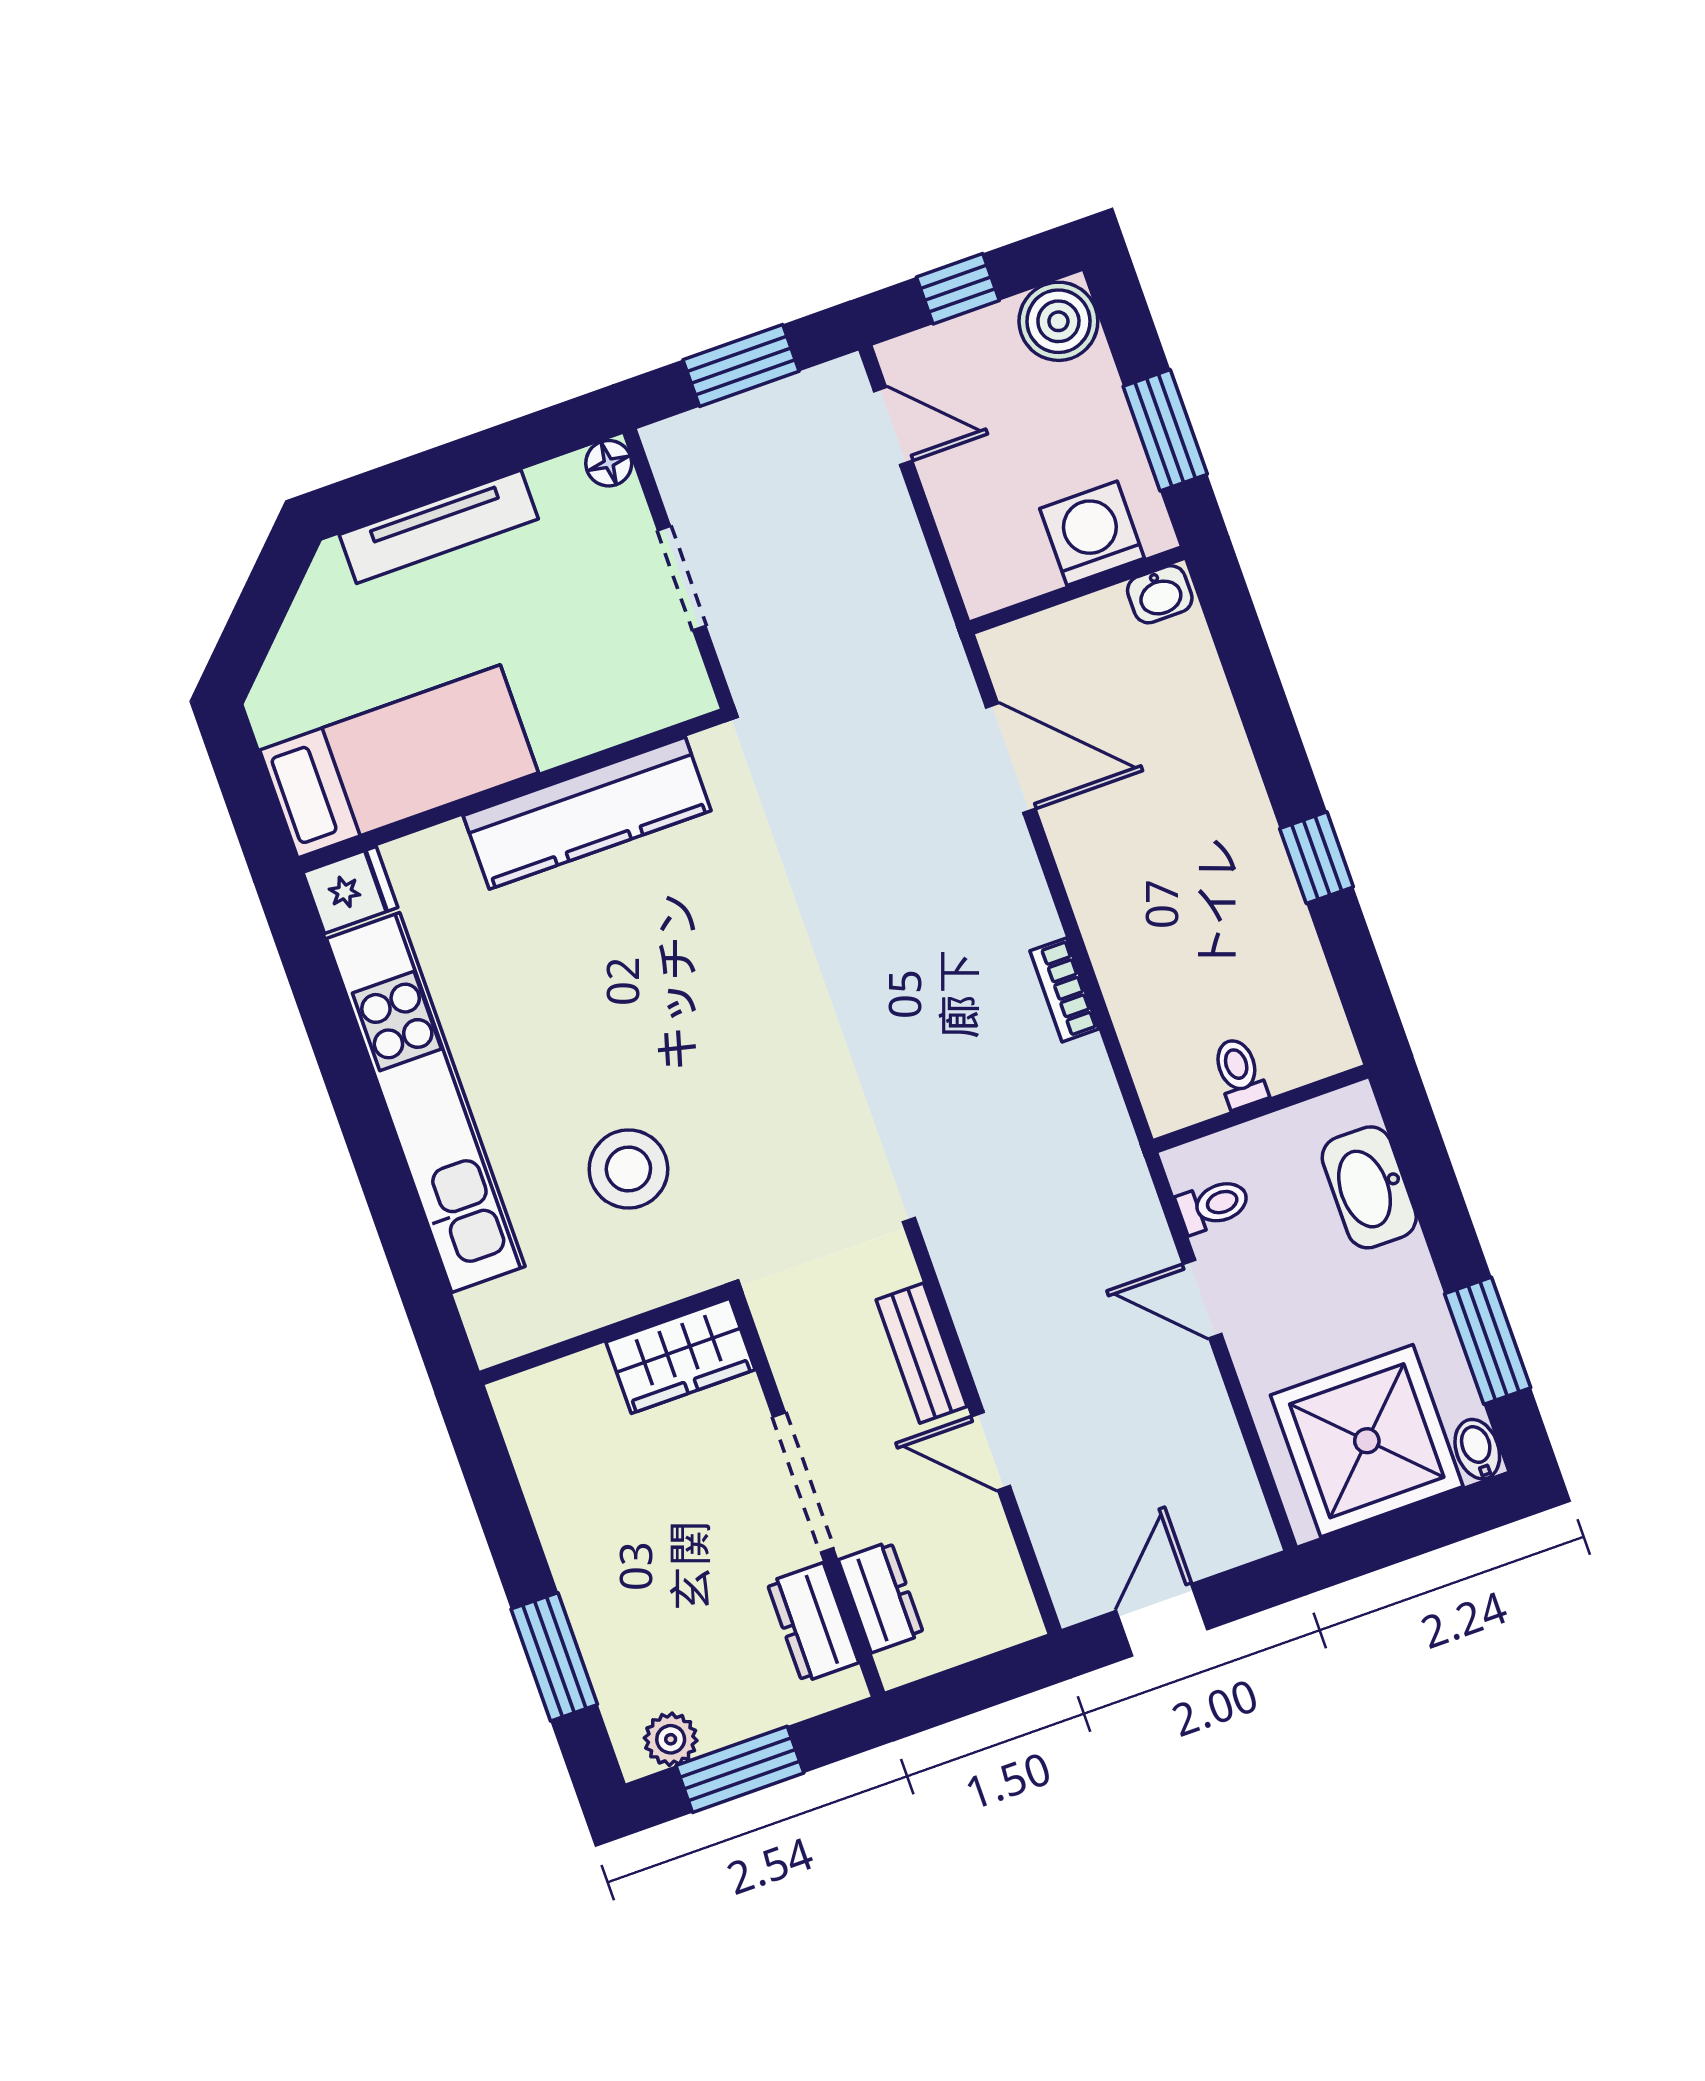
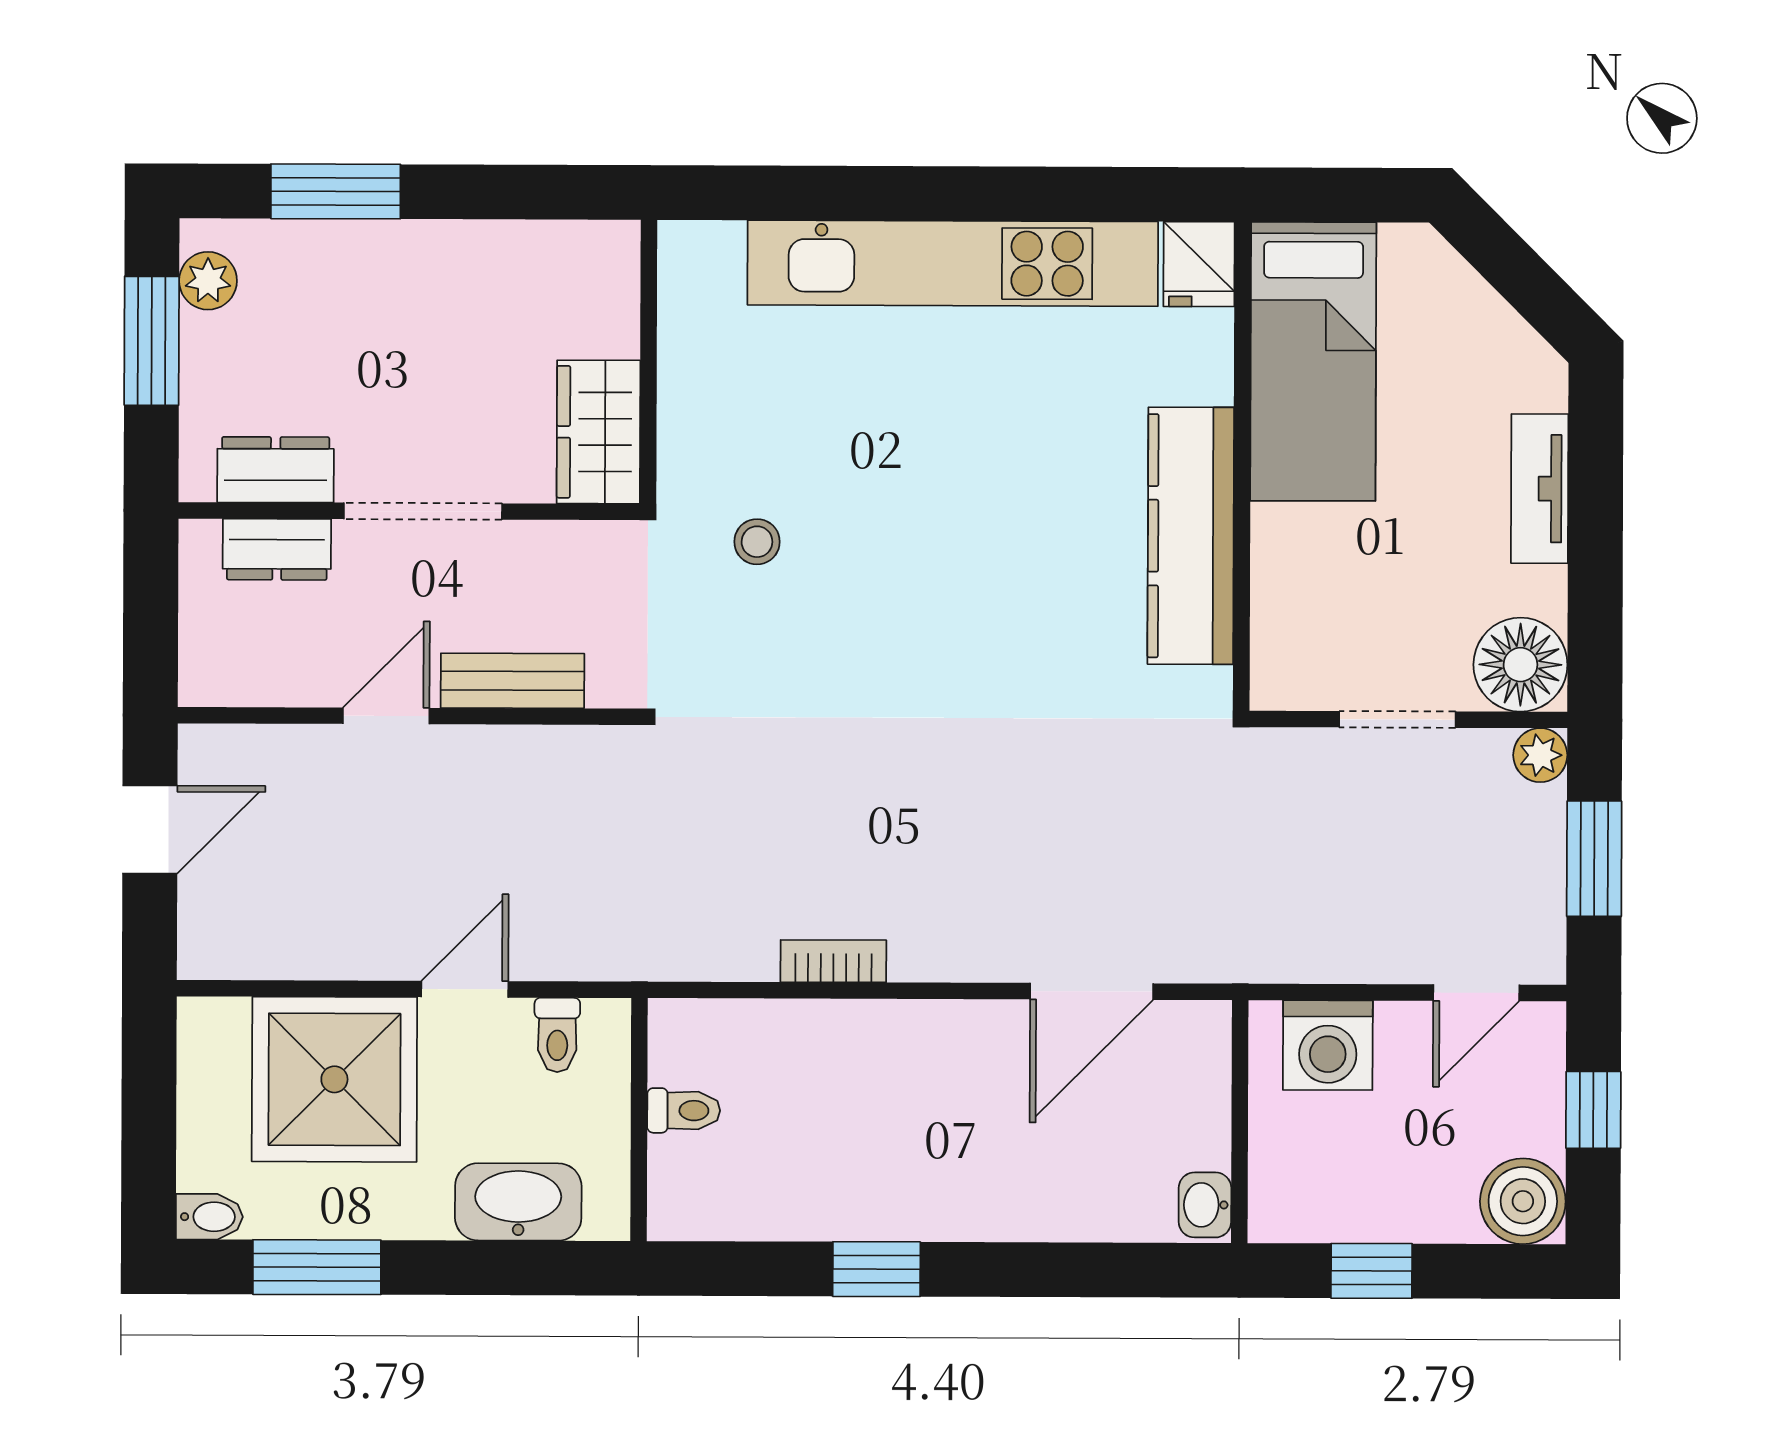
window: (1165, 430) -> (1372, 1271), width x0.67
plant: (668, 444) -> (1540, 755), added
floor lamp: (609, 463) -> (1520, 665), width x1.89, depth x1.89
tv unit: (439, 527) -> (1540, 489), width x0.71
washing machine: (1092, 533) -> (1328, 1045), moved, turned 90
stool: (628, 1169) -> (757, 542), moved, width x0.53, depth x0.53
shower: (1367, 1441) -> (334, 1079), moved
door: (1162, 1620) -> (150, 830), hinge flipped

